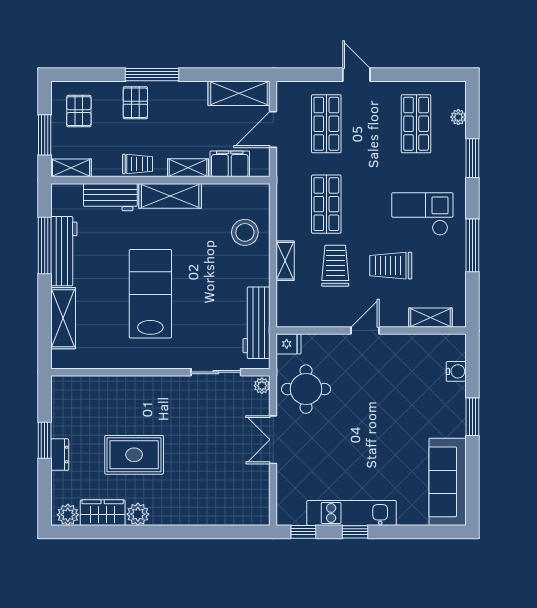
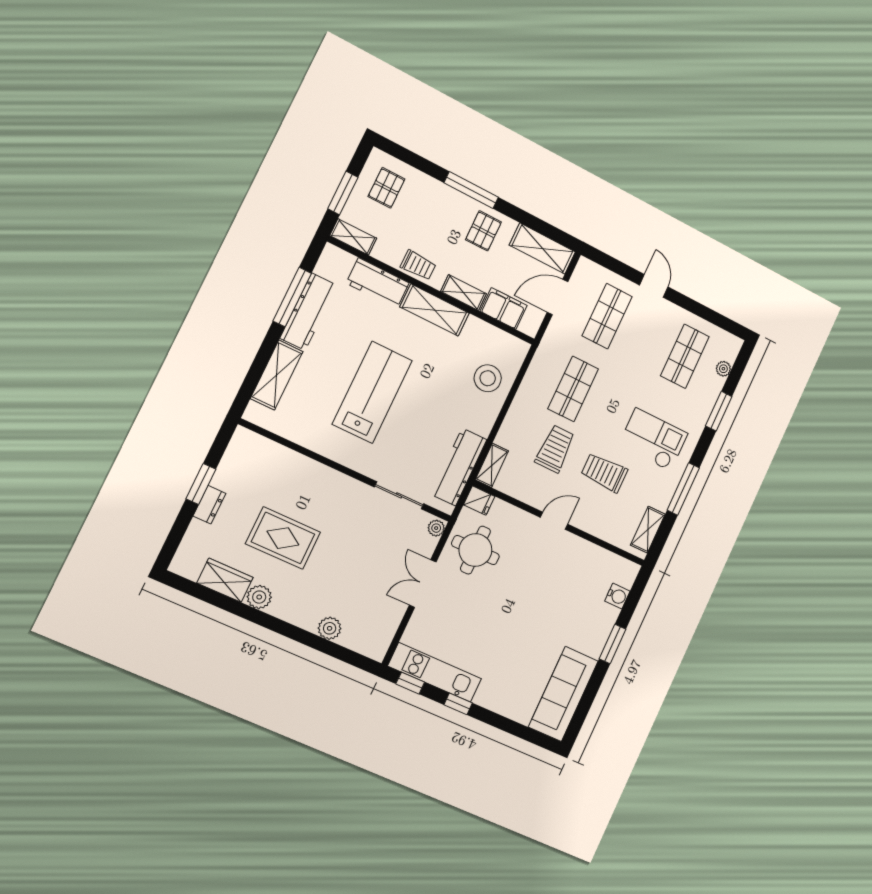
pallet: (135, 103) -> (483, 231), moved
shelving: (285, 261) -> (492, 465), moved
shelving: (430, 318) -> (648, 530), moved, turned 90
kitchen unit: (352, 513) -> (435, 672), moved
plant: (68, 515) -> (330, 628), moved

